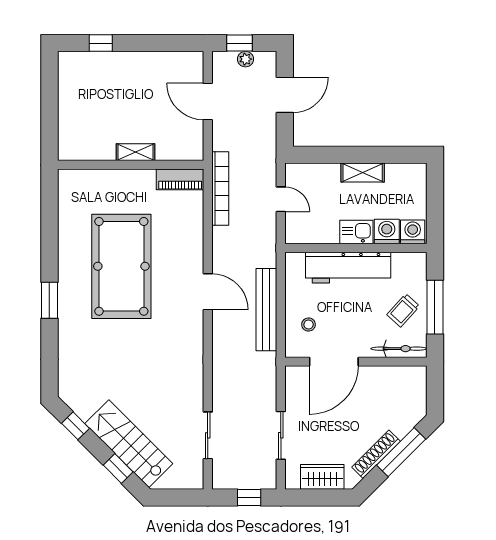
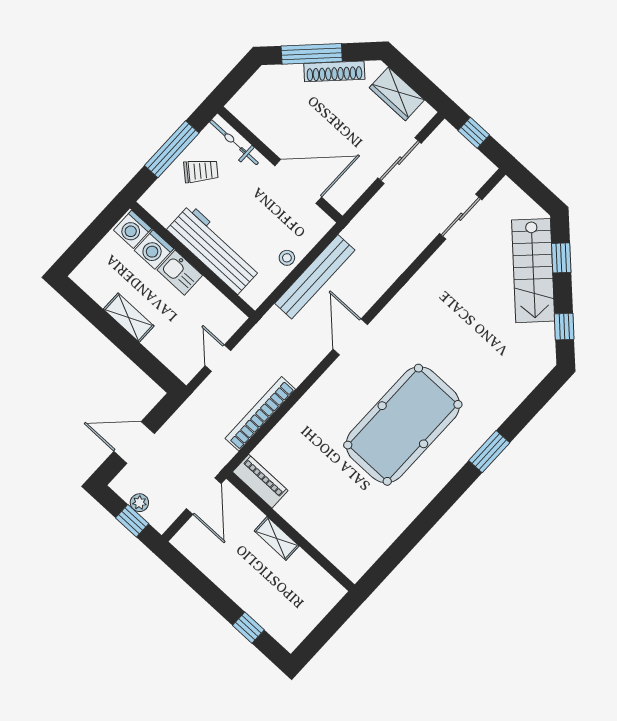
shelving: (135, 152) -> (277, 538), moved
wall: (131, 165) -> (290, 532), moved
piano: (180, 179) -> (260, 481), moved
stool: (309, 325) -> (287, 258), moved

